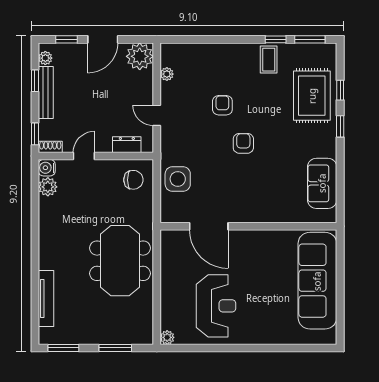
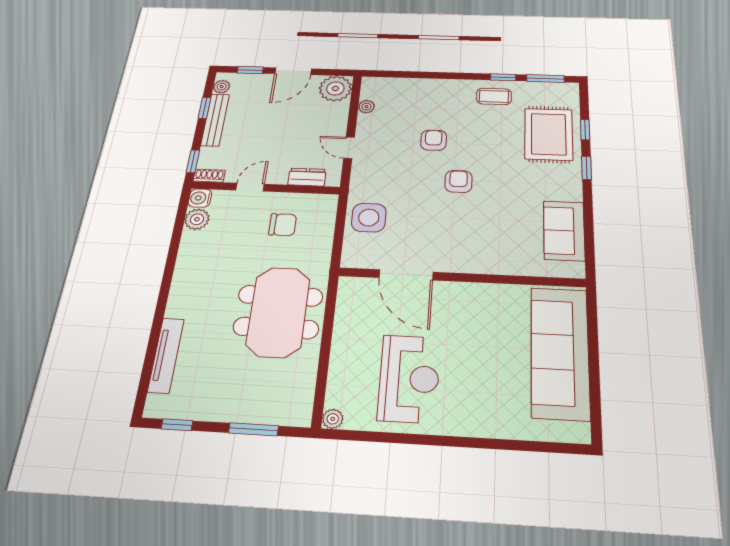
coffee table: (269, 60) -> (494, 96), turned 90
chair: (133, 180) -> (283, 225), moved
window: (63, 348) -> (177, 425), width x0.67

